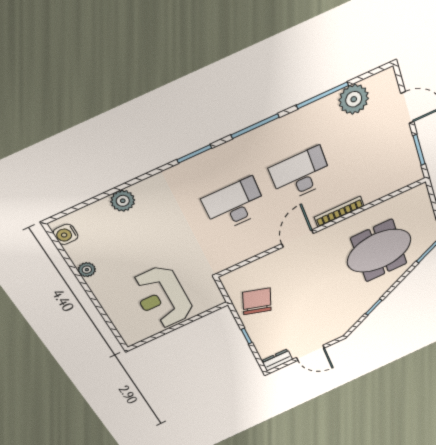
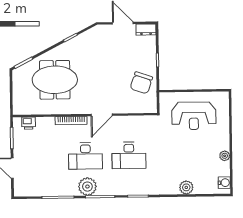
plant: (354, 99) -> (87, 187), moved
printer: (400, 181) -> (29, 123), added
reception desk: (162, 297) -> (194, 116), turned 90

